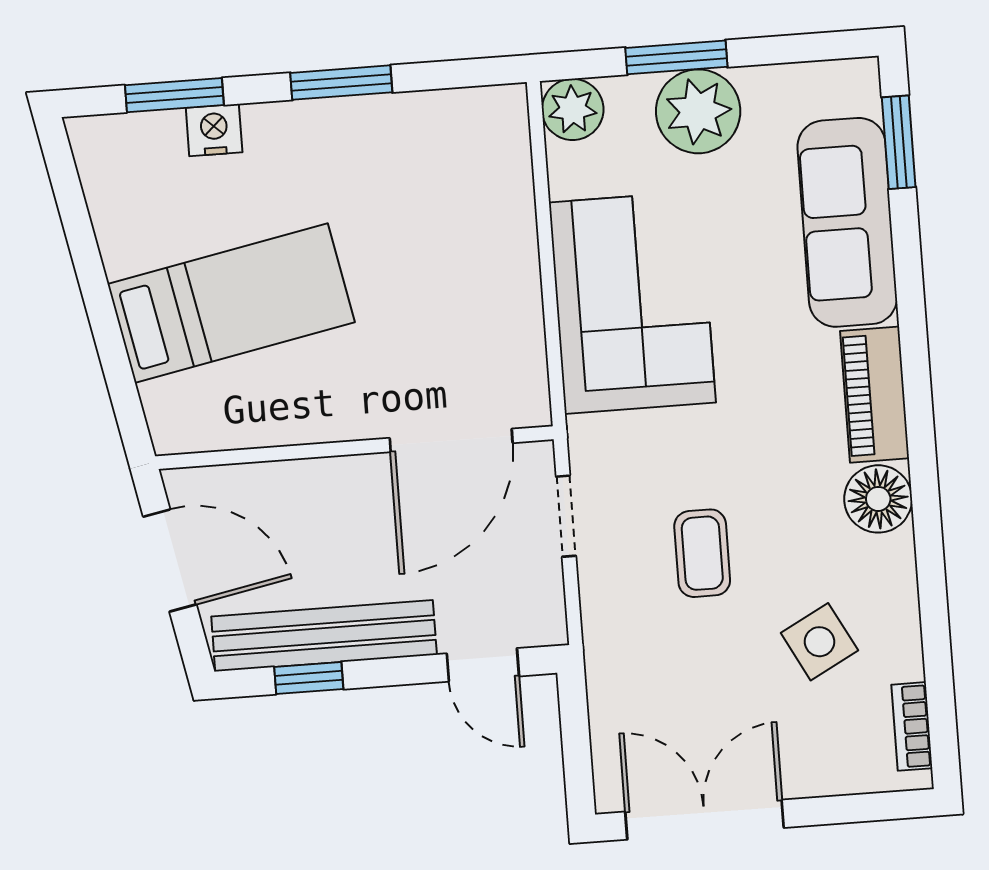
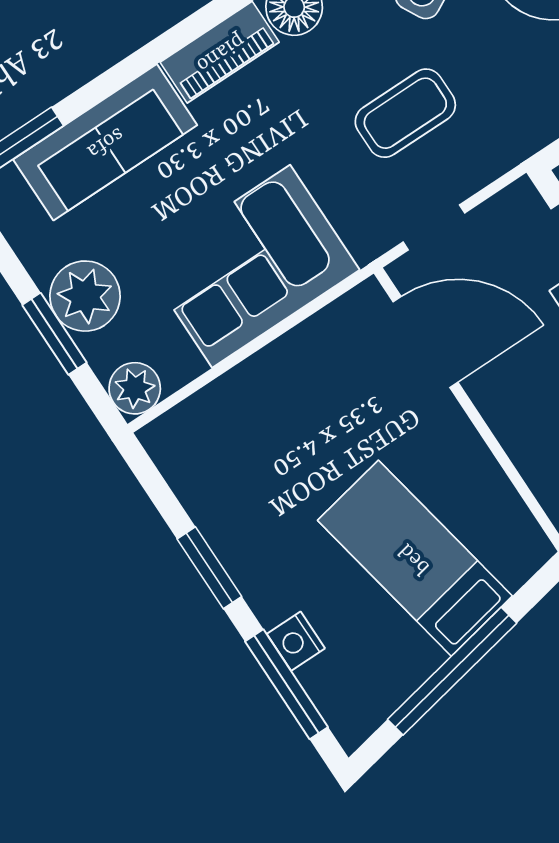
window: (174, 95) -> (287, 684), width x1.44
window: (91, 276) -> (452, 671), added
coffee table: (702, 553) -> (405, 113), width x1.36, depth x1.30

